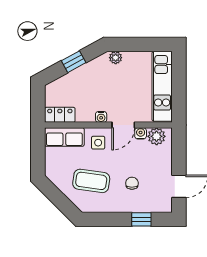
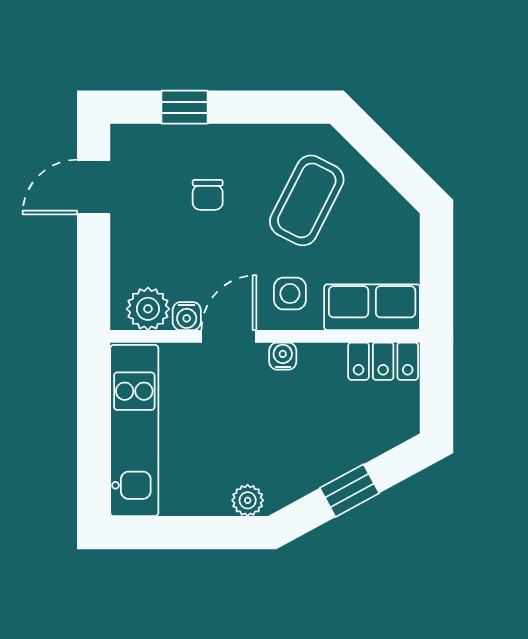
coffee table: (91, 181) -> (307, 200), turned -71

